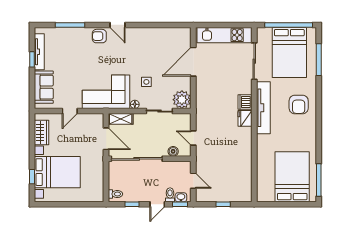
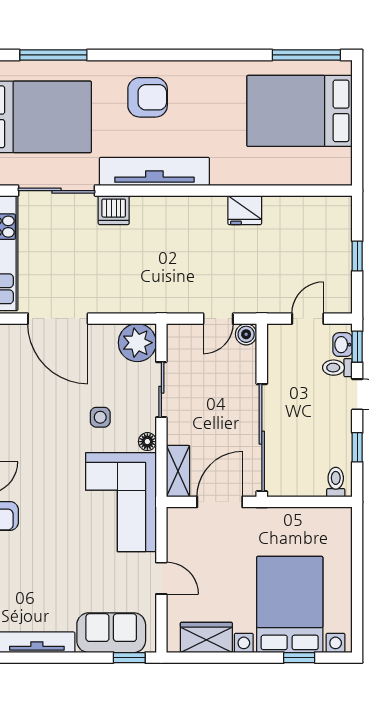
window: (32, 59) -> (129, 658), moved
dishwasher: (245, 102) -> (114, 210), moved
fridge: (245, 118) -> (245, 210), moved
boiler: (173, 151) -> (246, 334), moved

